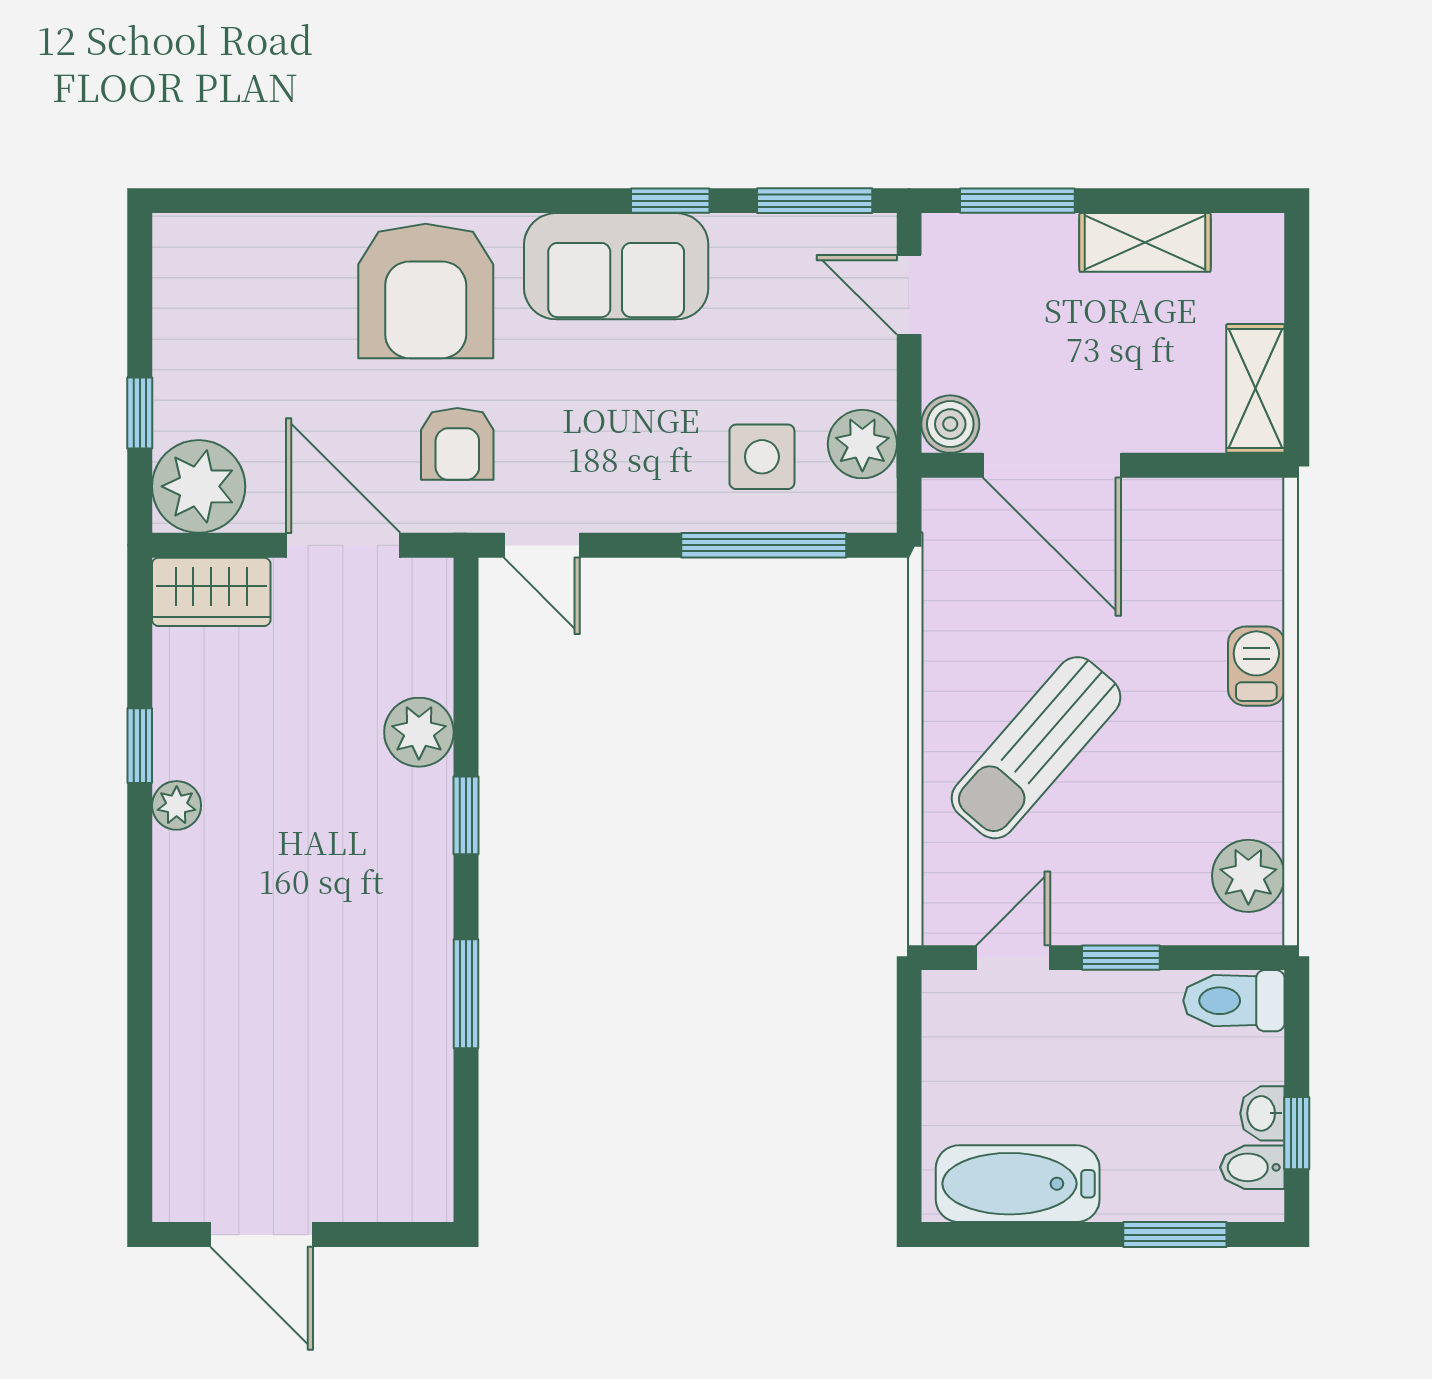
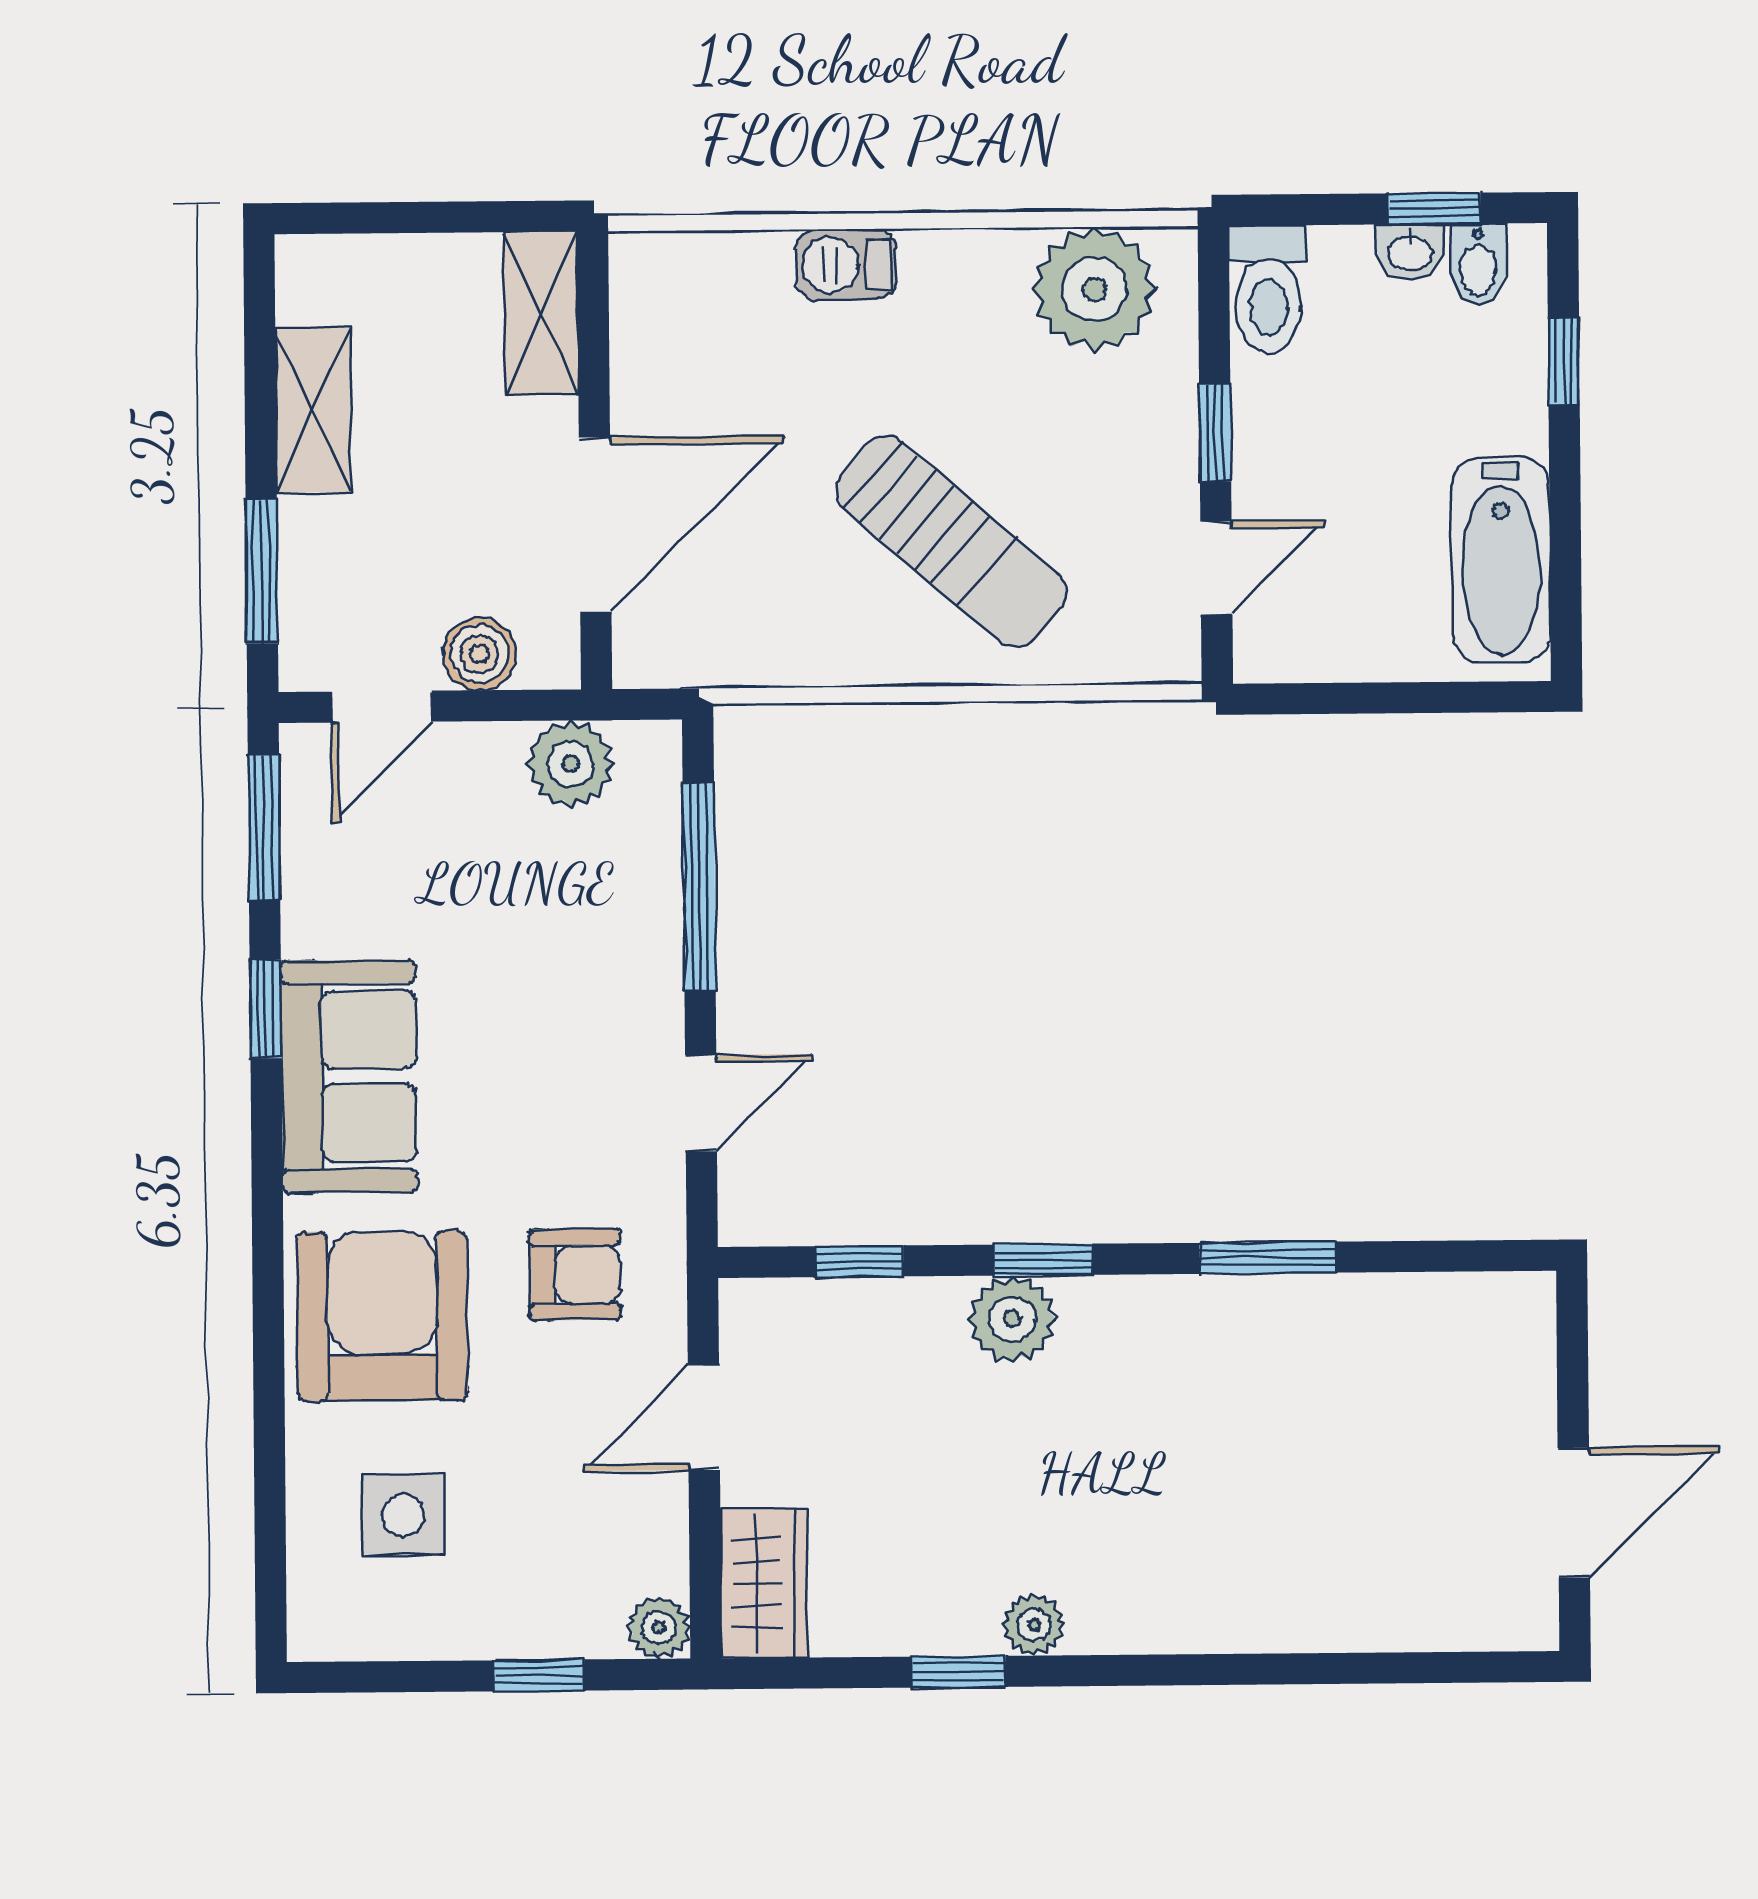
armchair: (426, 291) -> (382, 1316), turned -90
shelving: (1255, 388) -> (541, 313), moved, turned 90
boiler: (950, 424) -> (479, 654), moved
side table: (762, 457) -> (403, 1515), moved
plant: (199, 486) -> (659, 1628), width x0.53, depth x0.53
door: (343, 545) -> (704, 1417), width x0.73
door: (542, 545) -> (701, 1103), moved
window: (466, 670) -> (860, 1261), added
plant: (419, 732) -> (1012, 1319), moved
plant: (1248, 876) -> (1094, 289), width x1.36, depth x1.36
door: (1013, 958) -> (1216, 568), swing flipped
window: (1175, 1235) -> (1564, 361), width x0.67

